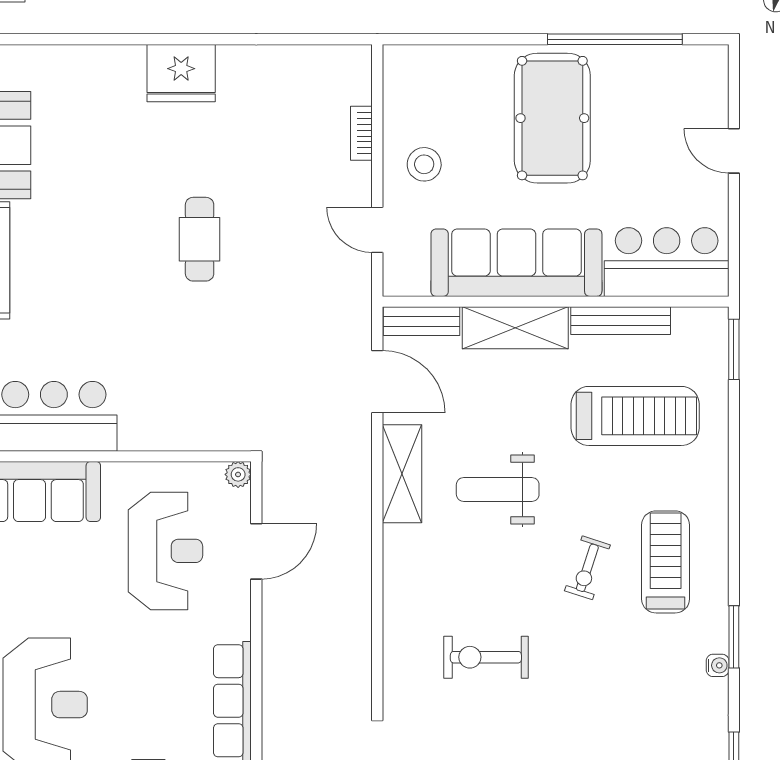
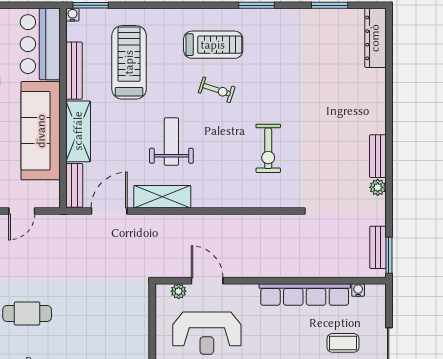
plant: (238, 474) -> (179, 291), moved
weight bench: (498, 489) -> (171, 141), turned 180
reception desk: (165, 551) -> (207, 333), turned 180
treadmill: (666, 562) -> (213, 45), turned 180
water cooler: (718, 665) -> (72, 15), moved

